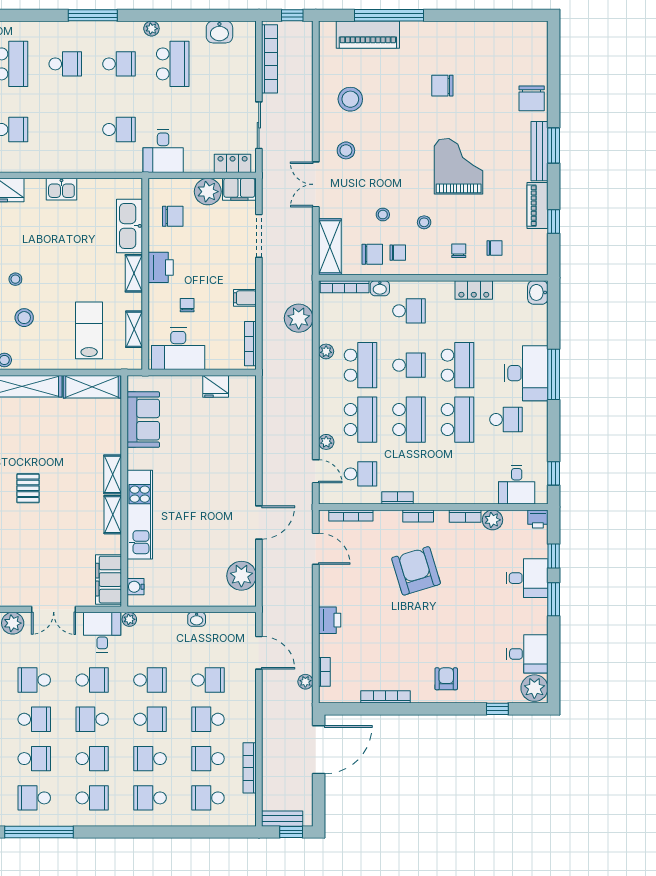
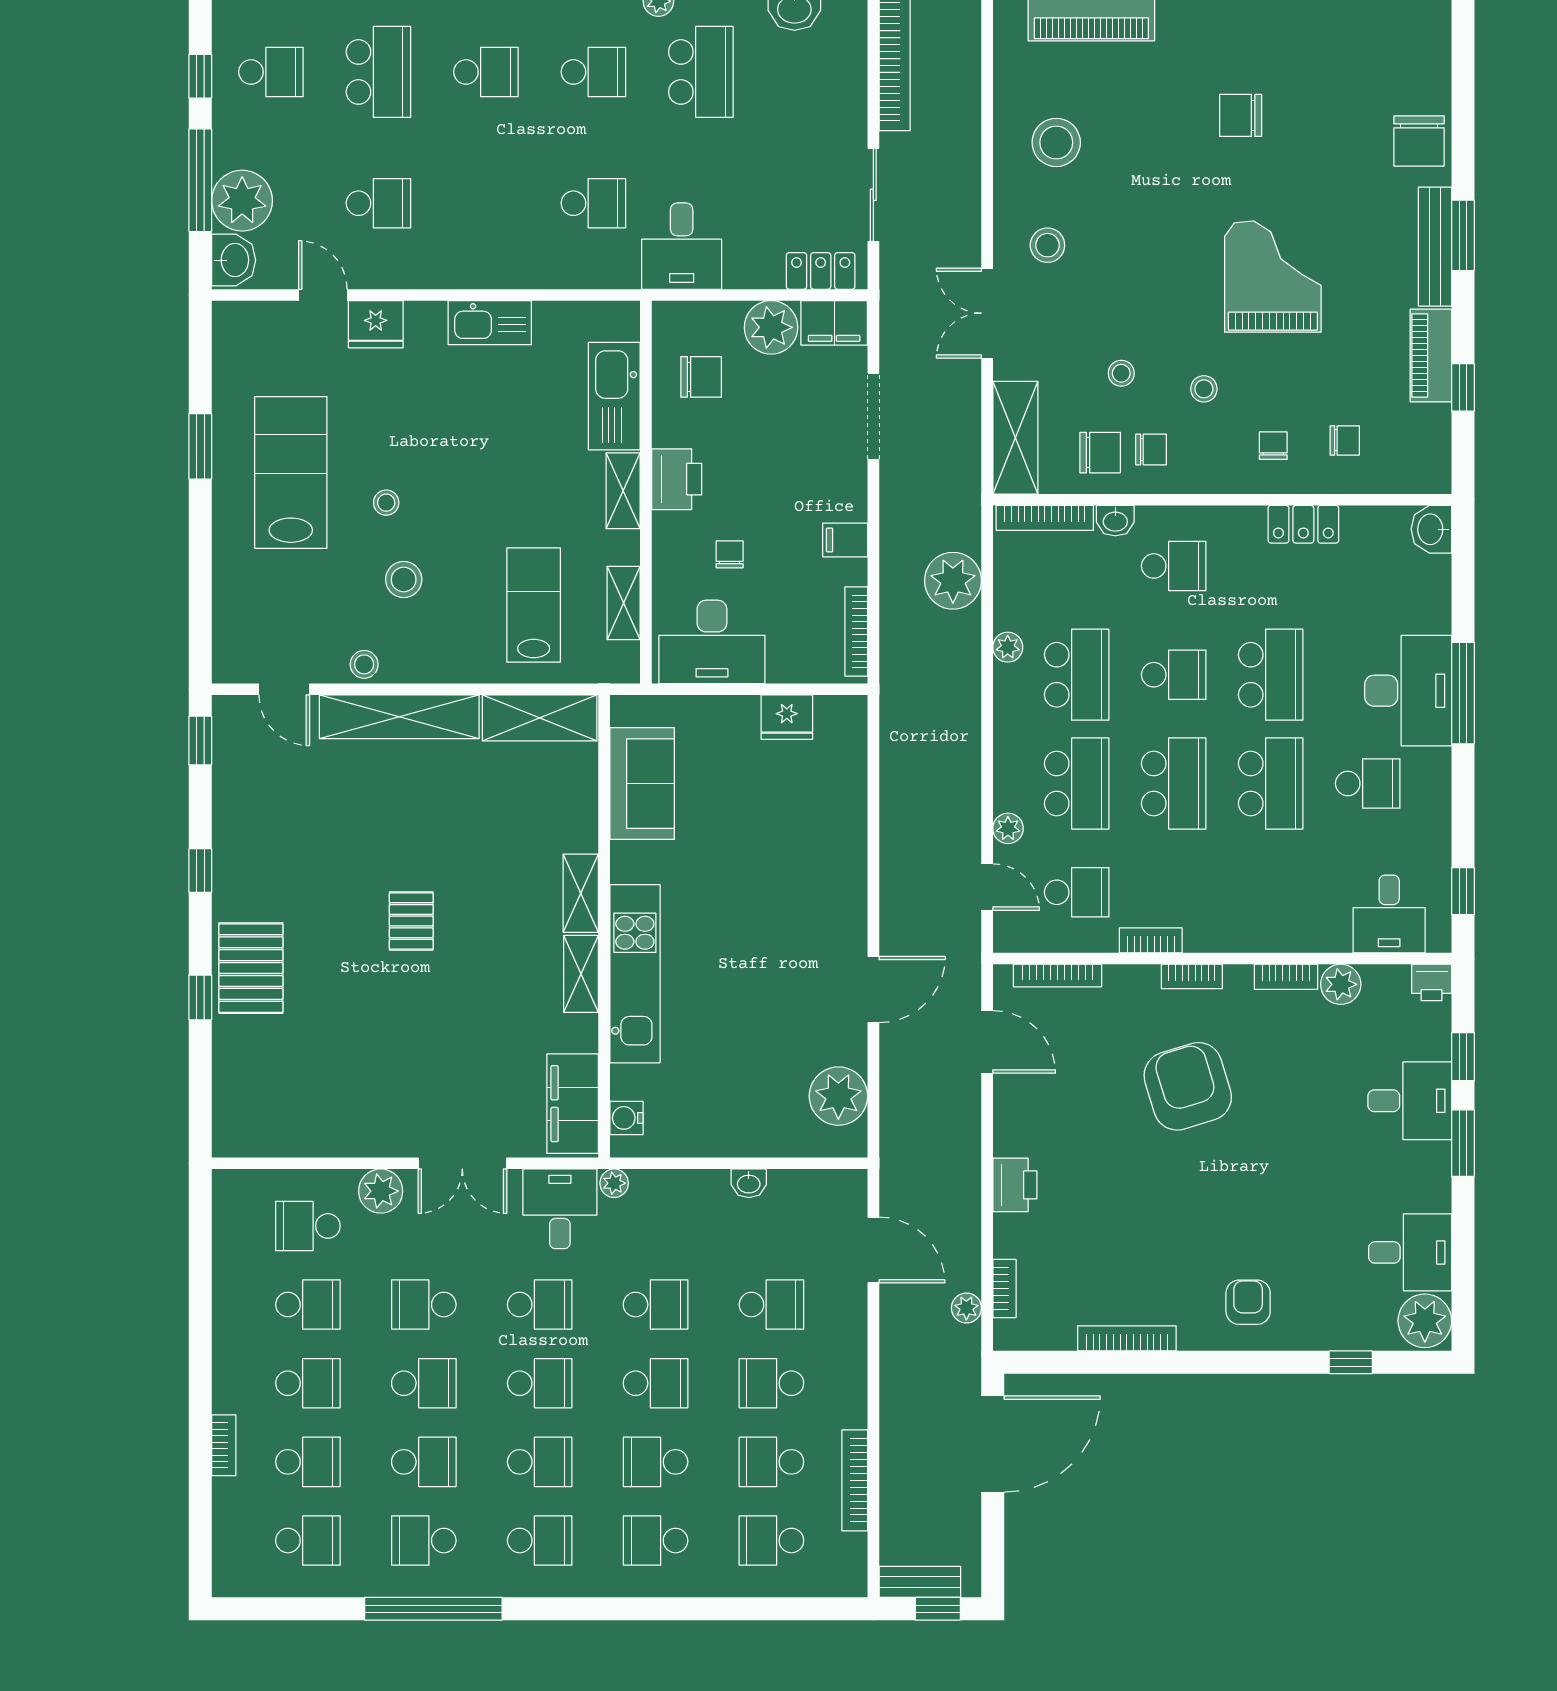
kitchen sink: (61, 189) -> (490, 323), width x1.38
school desk: (92, 719) -> (540, 1383), turned 180

